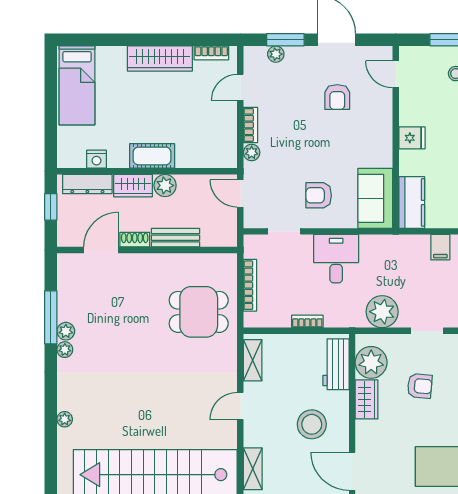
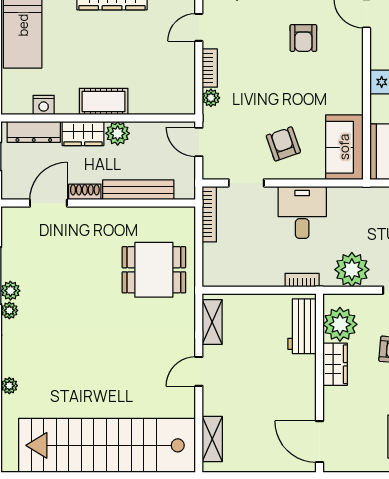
armchair: (319, 195) -> (283, 144), turned 71
bench: (175, 238) -> (138, 190), width x1.36
bookcase: (250, 285) -> (209, 214), moved
bookcase: (307, 321) -> (302, 280), moved
stool: (312, 424) -> (276, 391), removed

